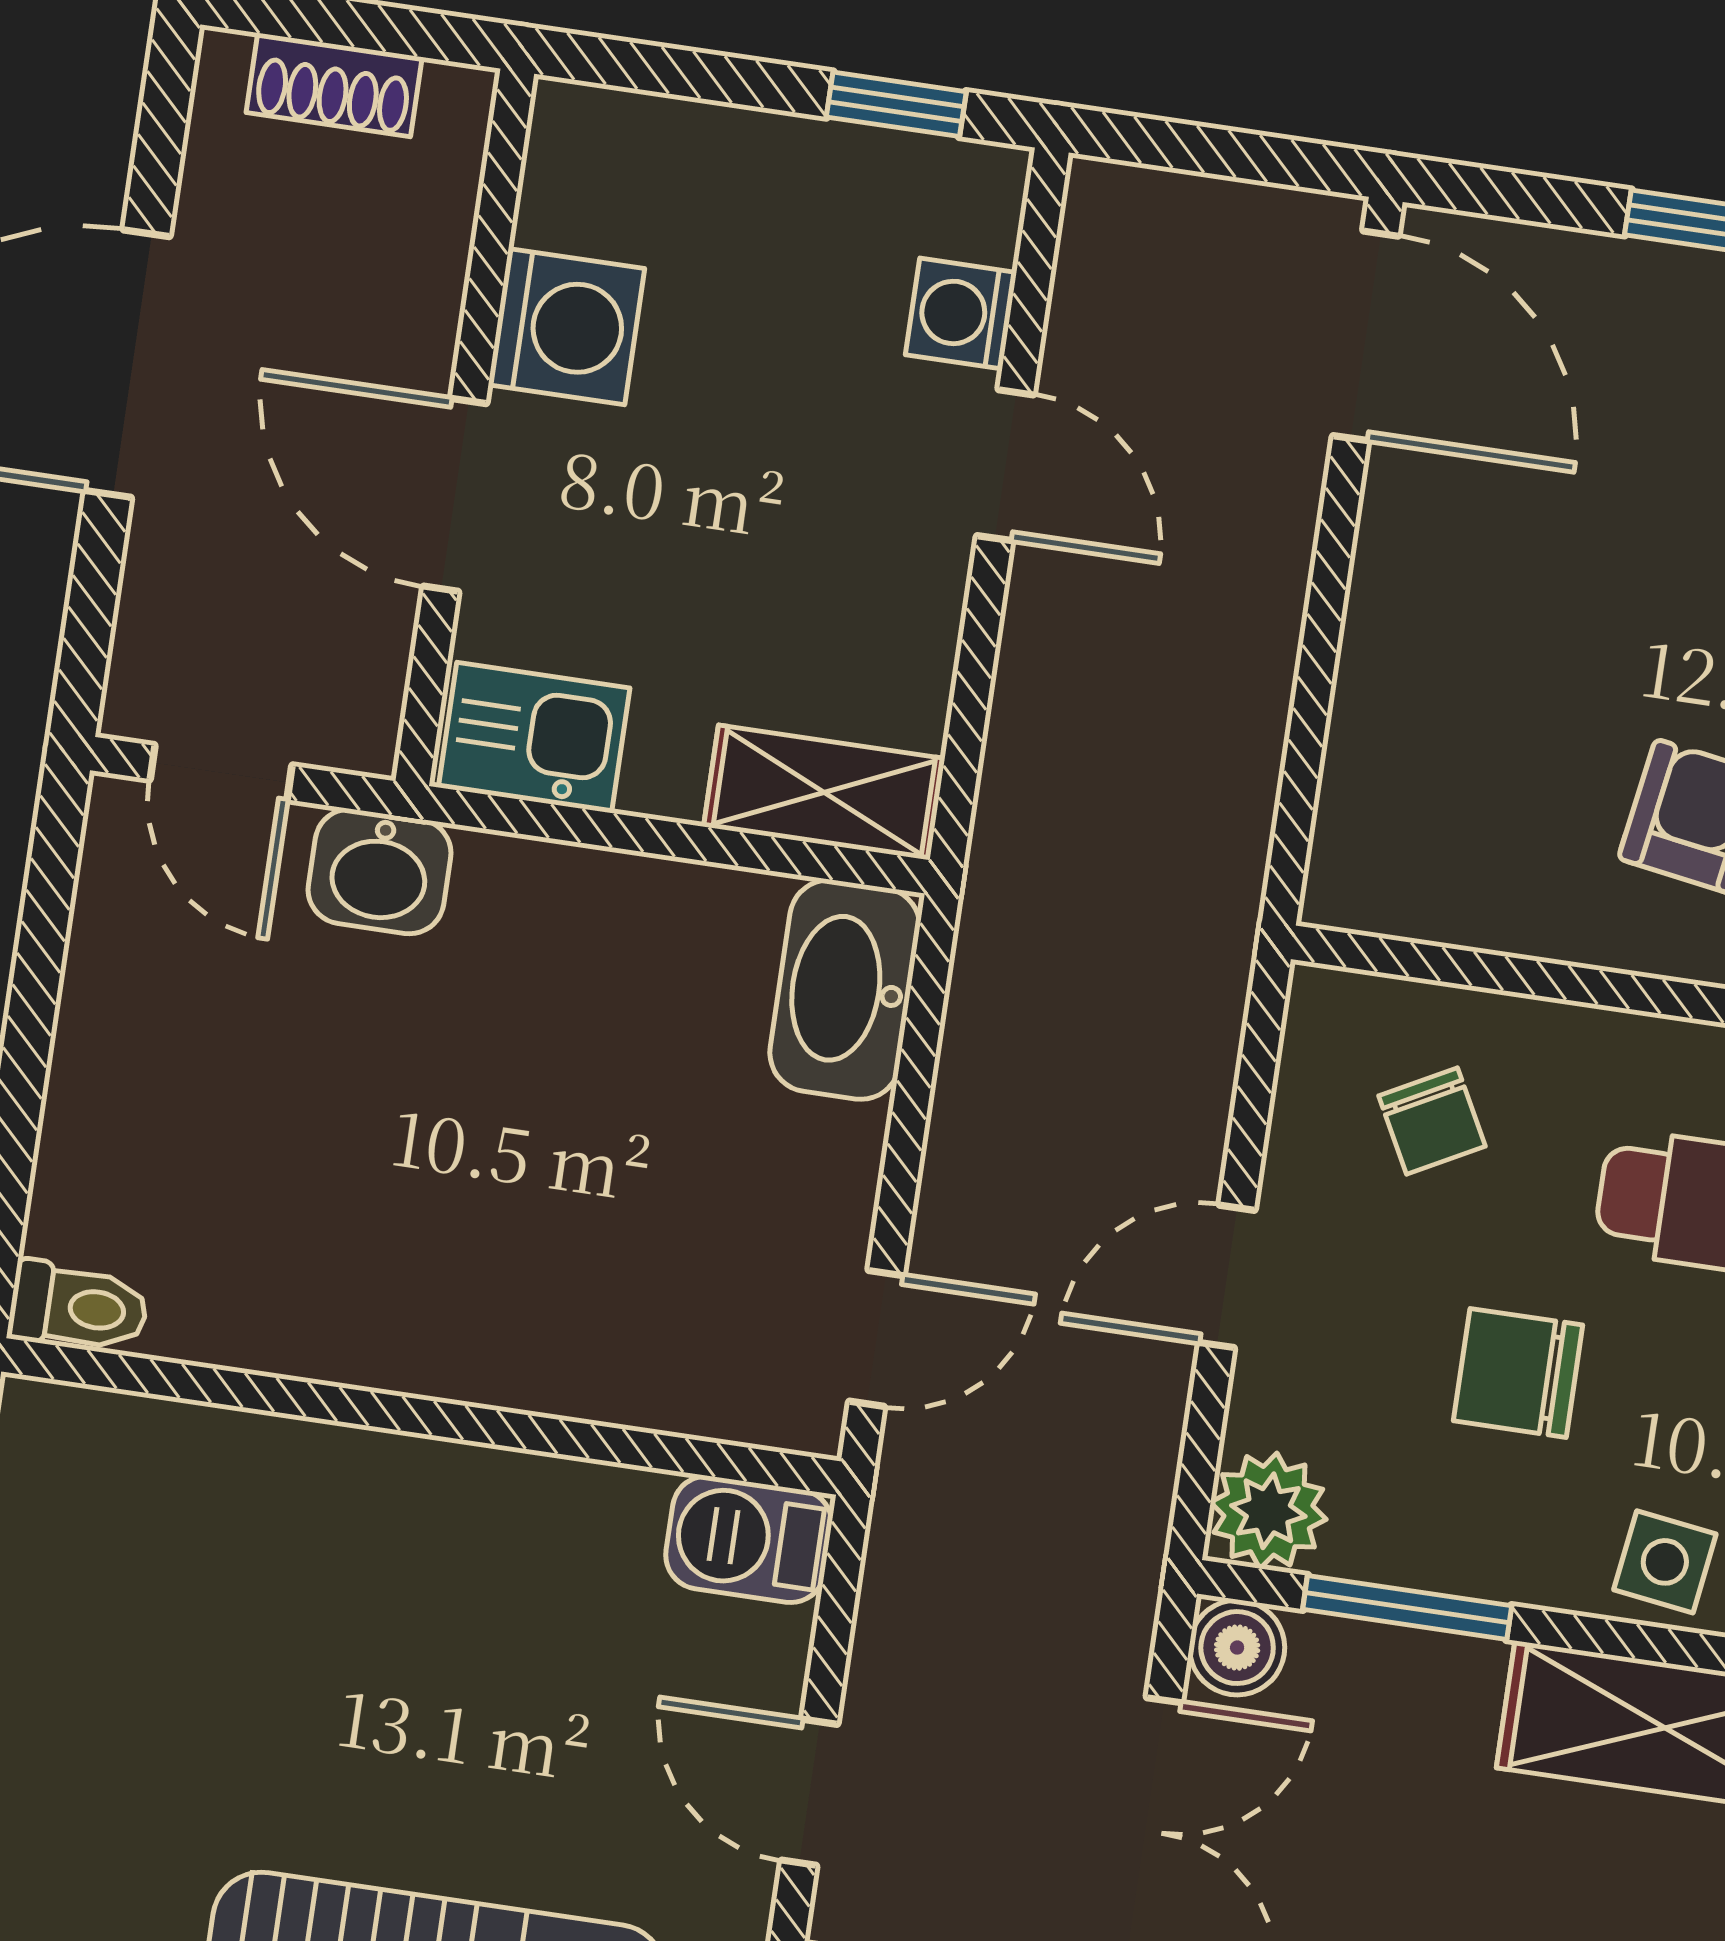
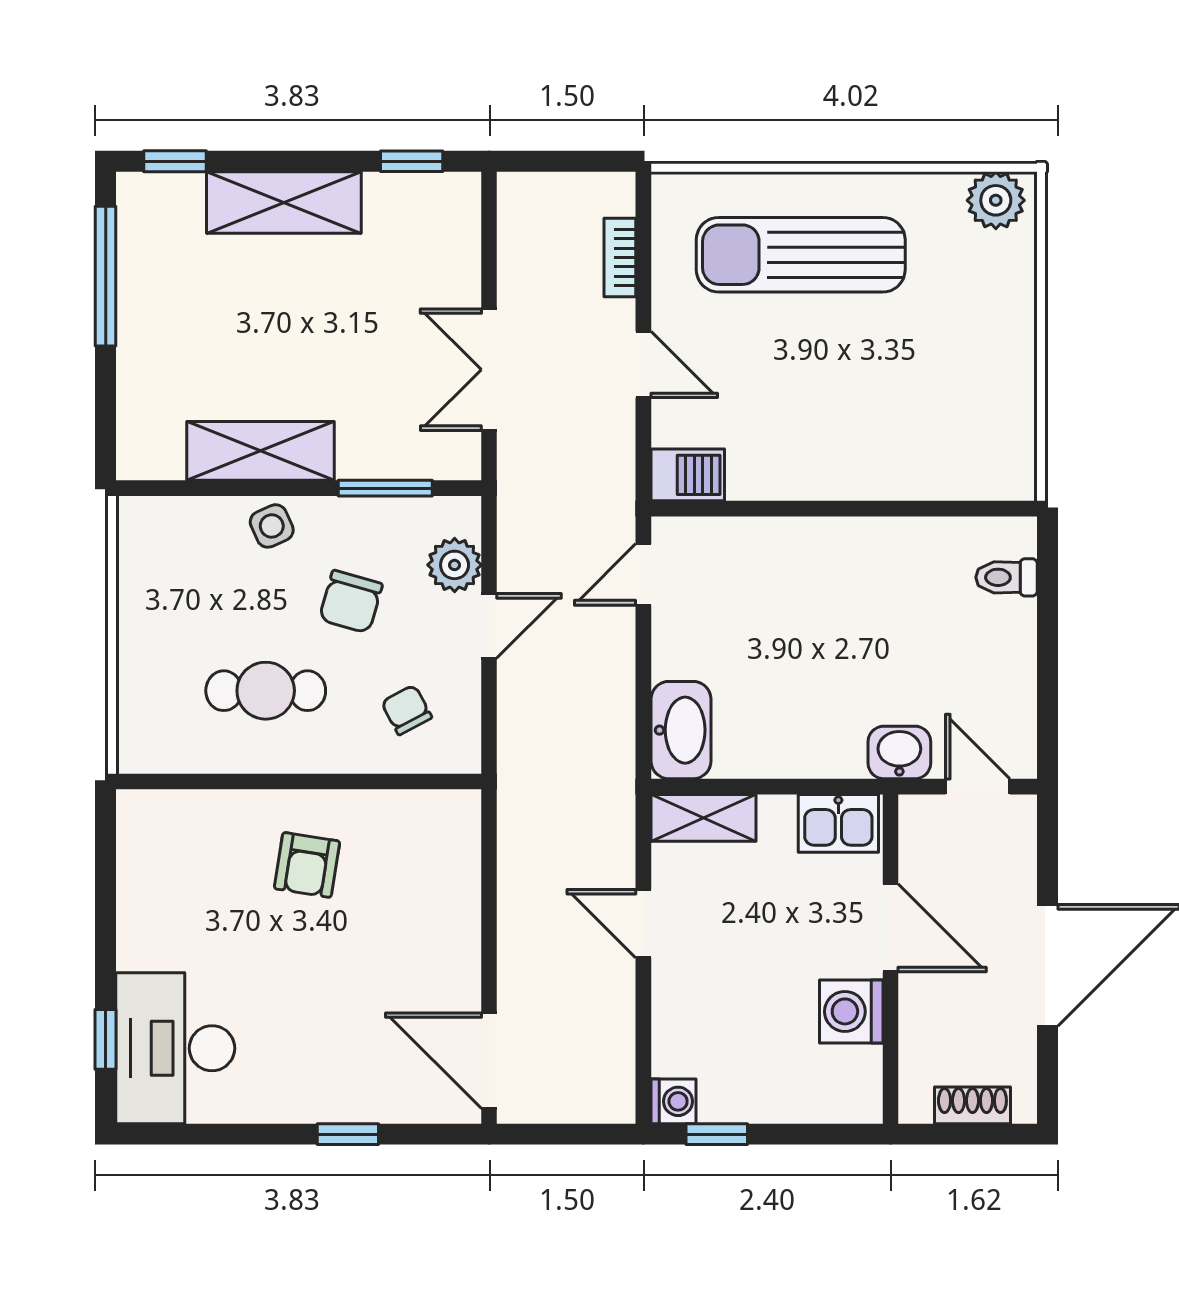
washing machine: (961, 314) -> (674, 1101), moved
door: (1005, 465) -> (643, 924), moved
toilet: (78, 1307) -> (1007, 577), moved
chair: (1518, 1373) -> (351, 602), turned 106
plant: (1268, 1511) -> (455, 565), moved
side table: (1665, 1562) -> (272, 526), turned -32
boiler: (1237, 1648) -> (460, 459), removed

